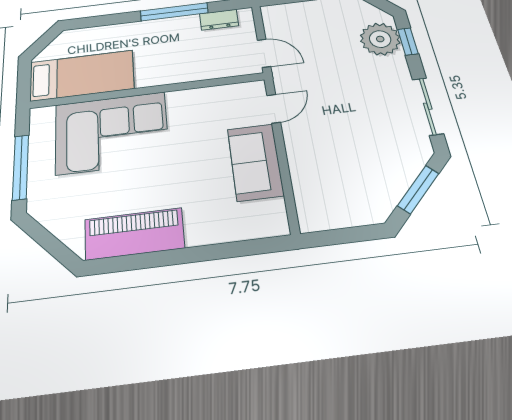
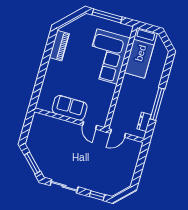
plant: (380, 39) -> (103, 185), removed
piano: (134, 234) -> (59, 46), width x0.73, depth x0.75

